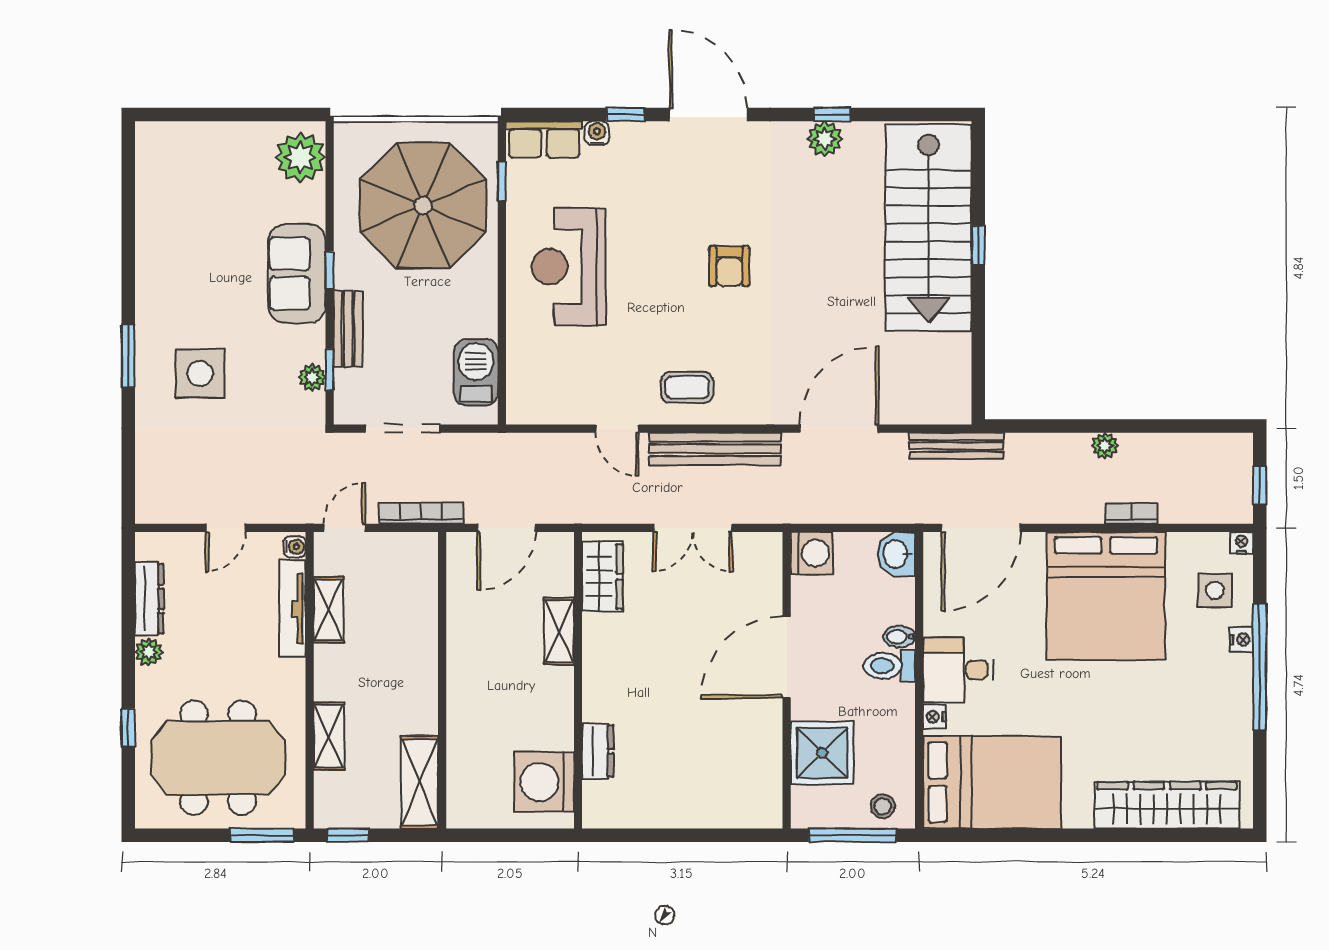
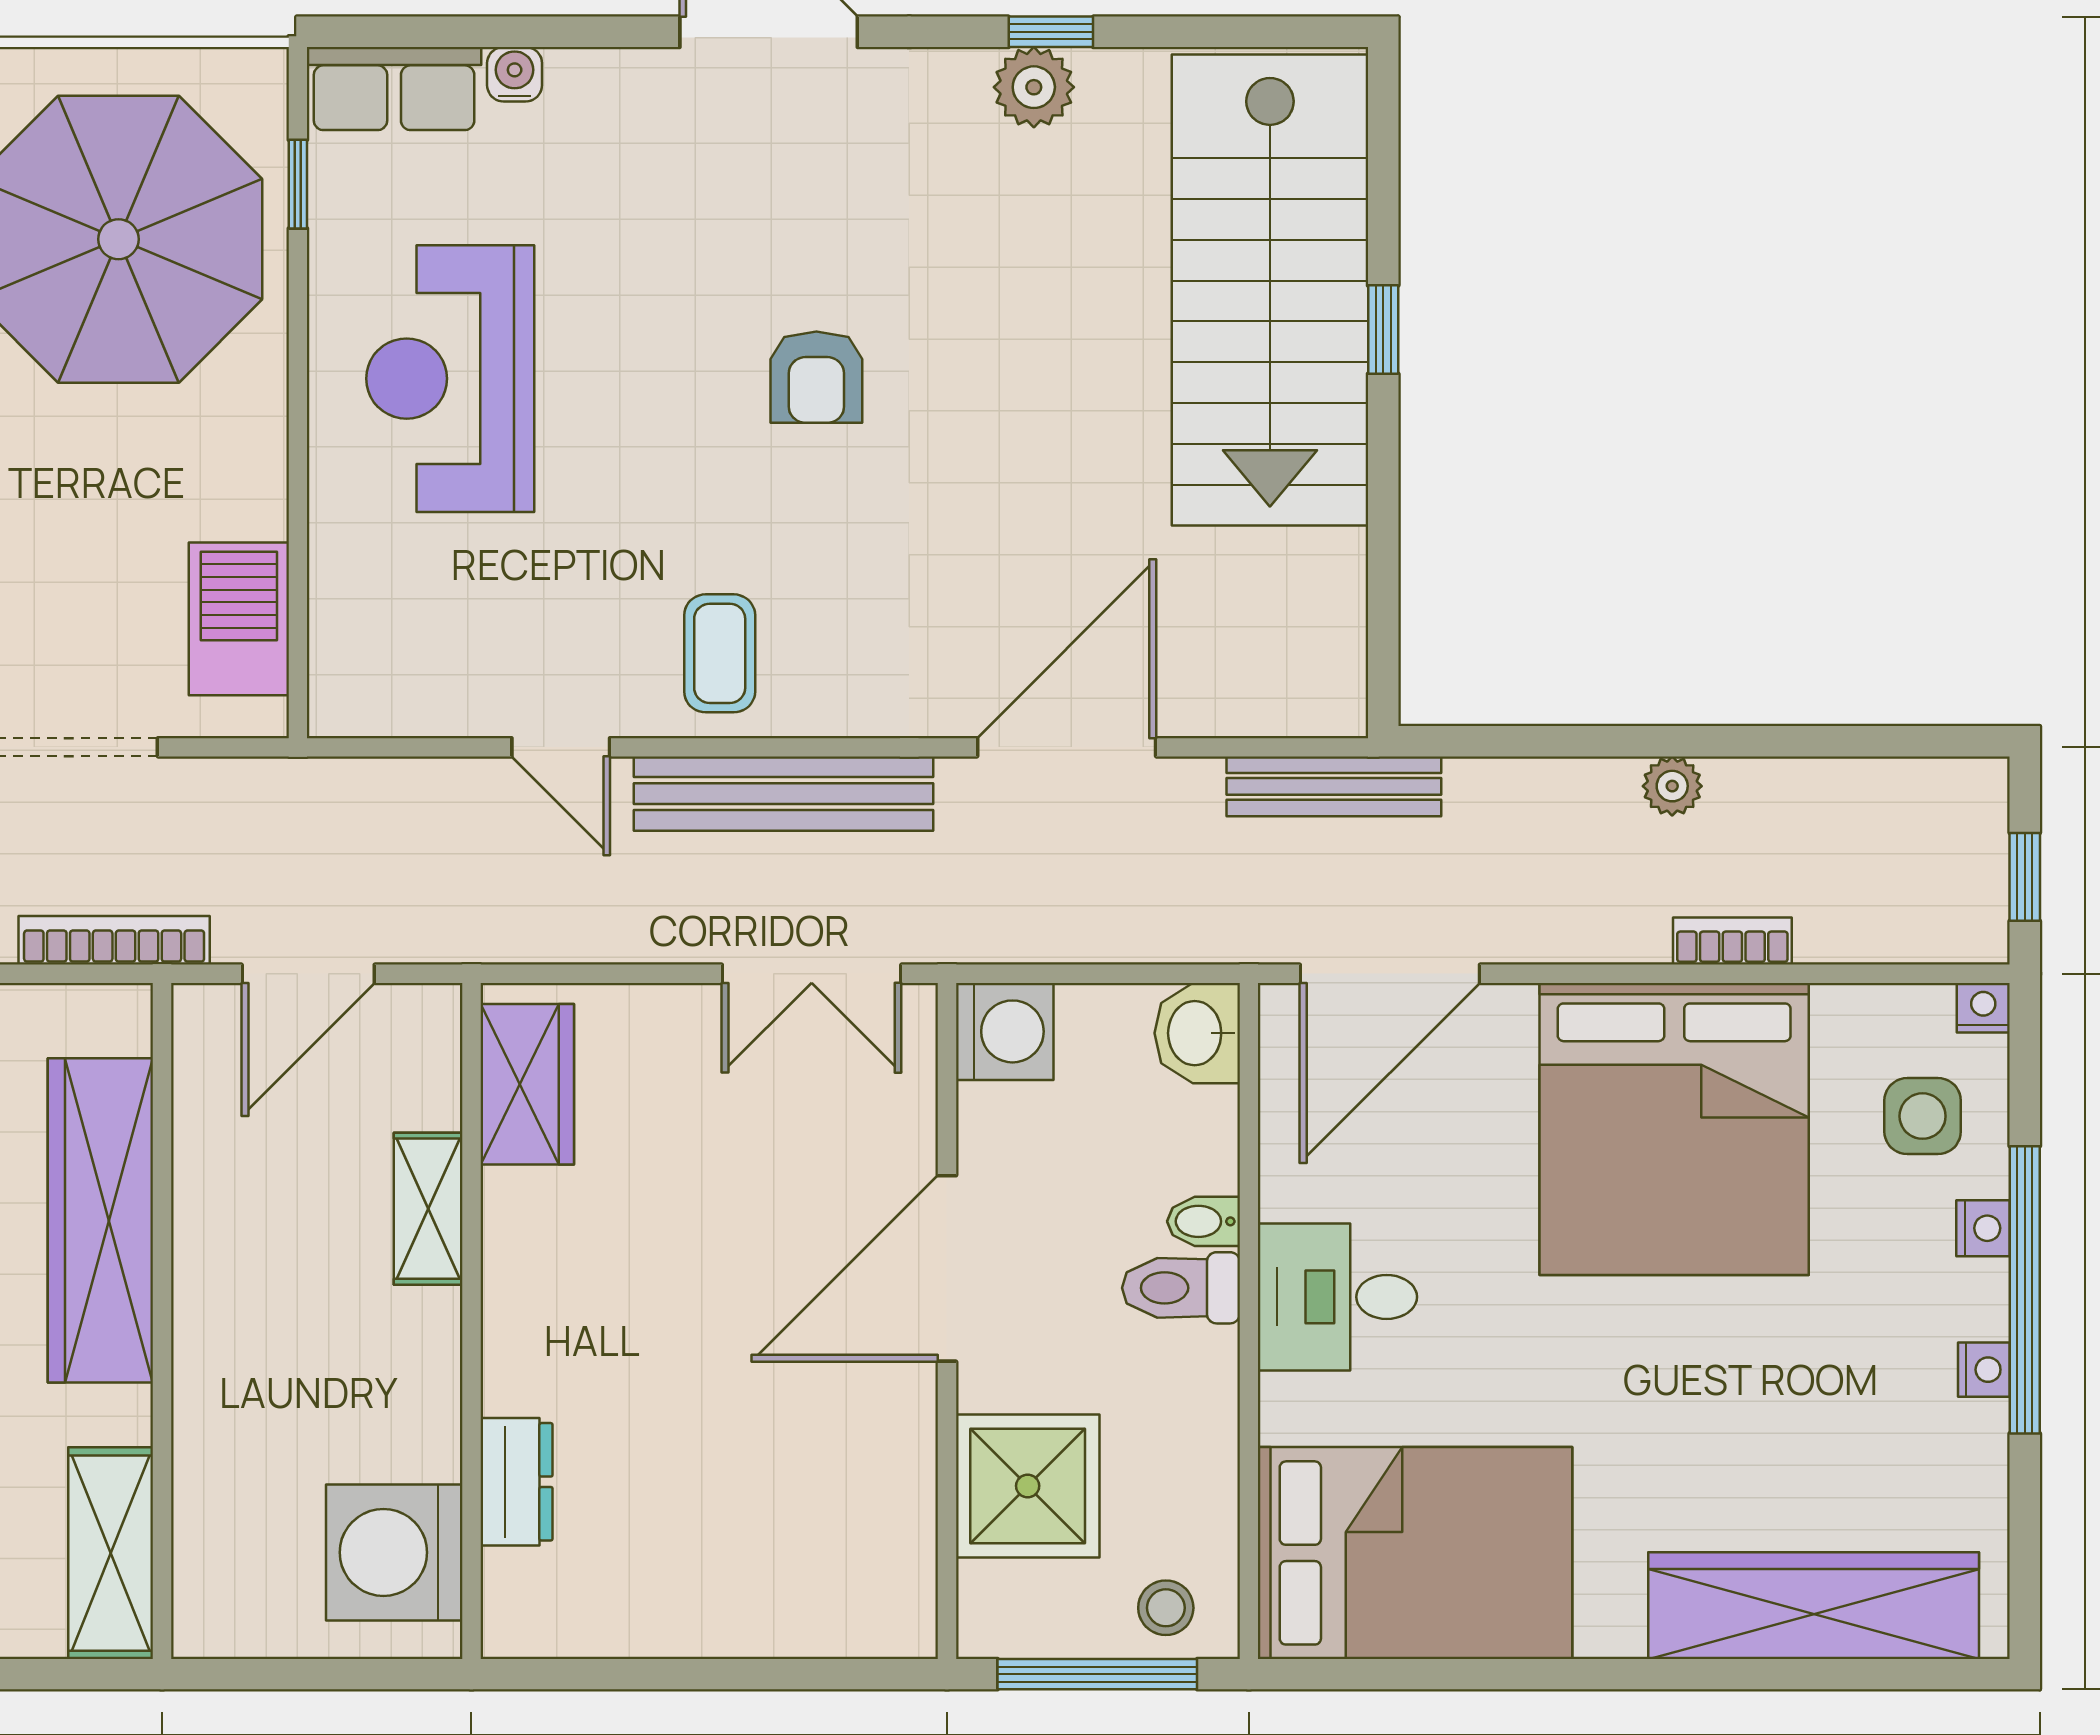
window: (626, 115) -> (580, 32), removed
coffee table: (687, 387) -> (720, 653), turned 90
double door: (693, 528) -> (812, 974), moved
wardrobe: (415, 636) -> (100, 1220), added
nightstand: (934, 717) -> (1984, 1370), moved, turned 180

